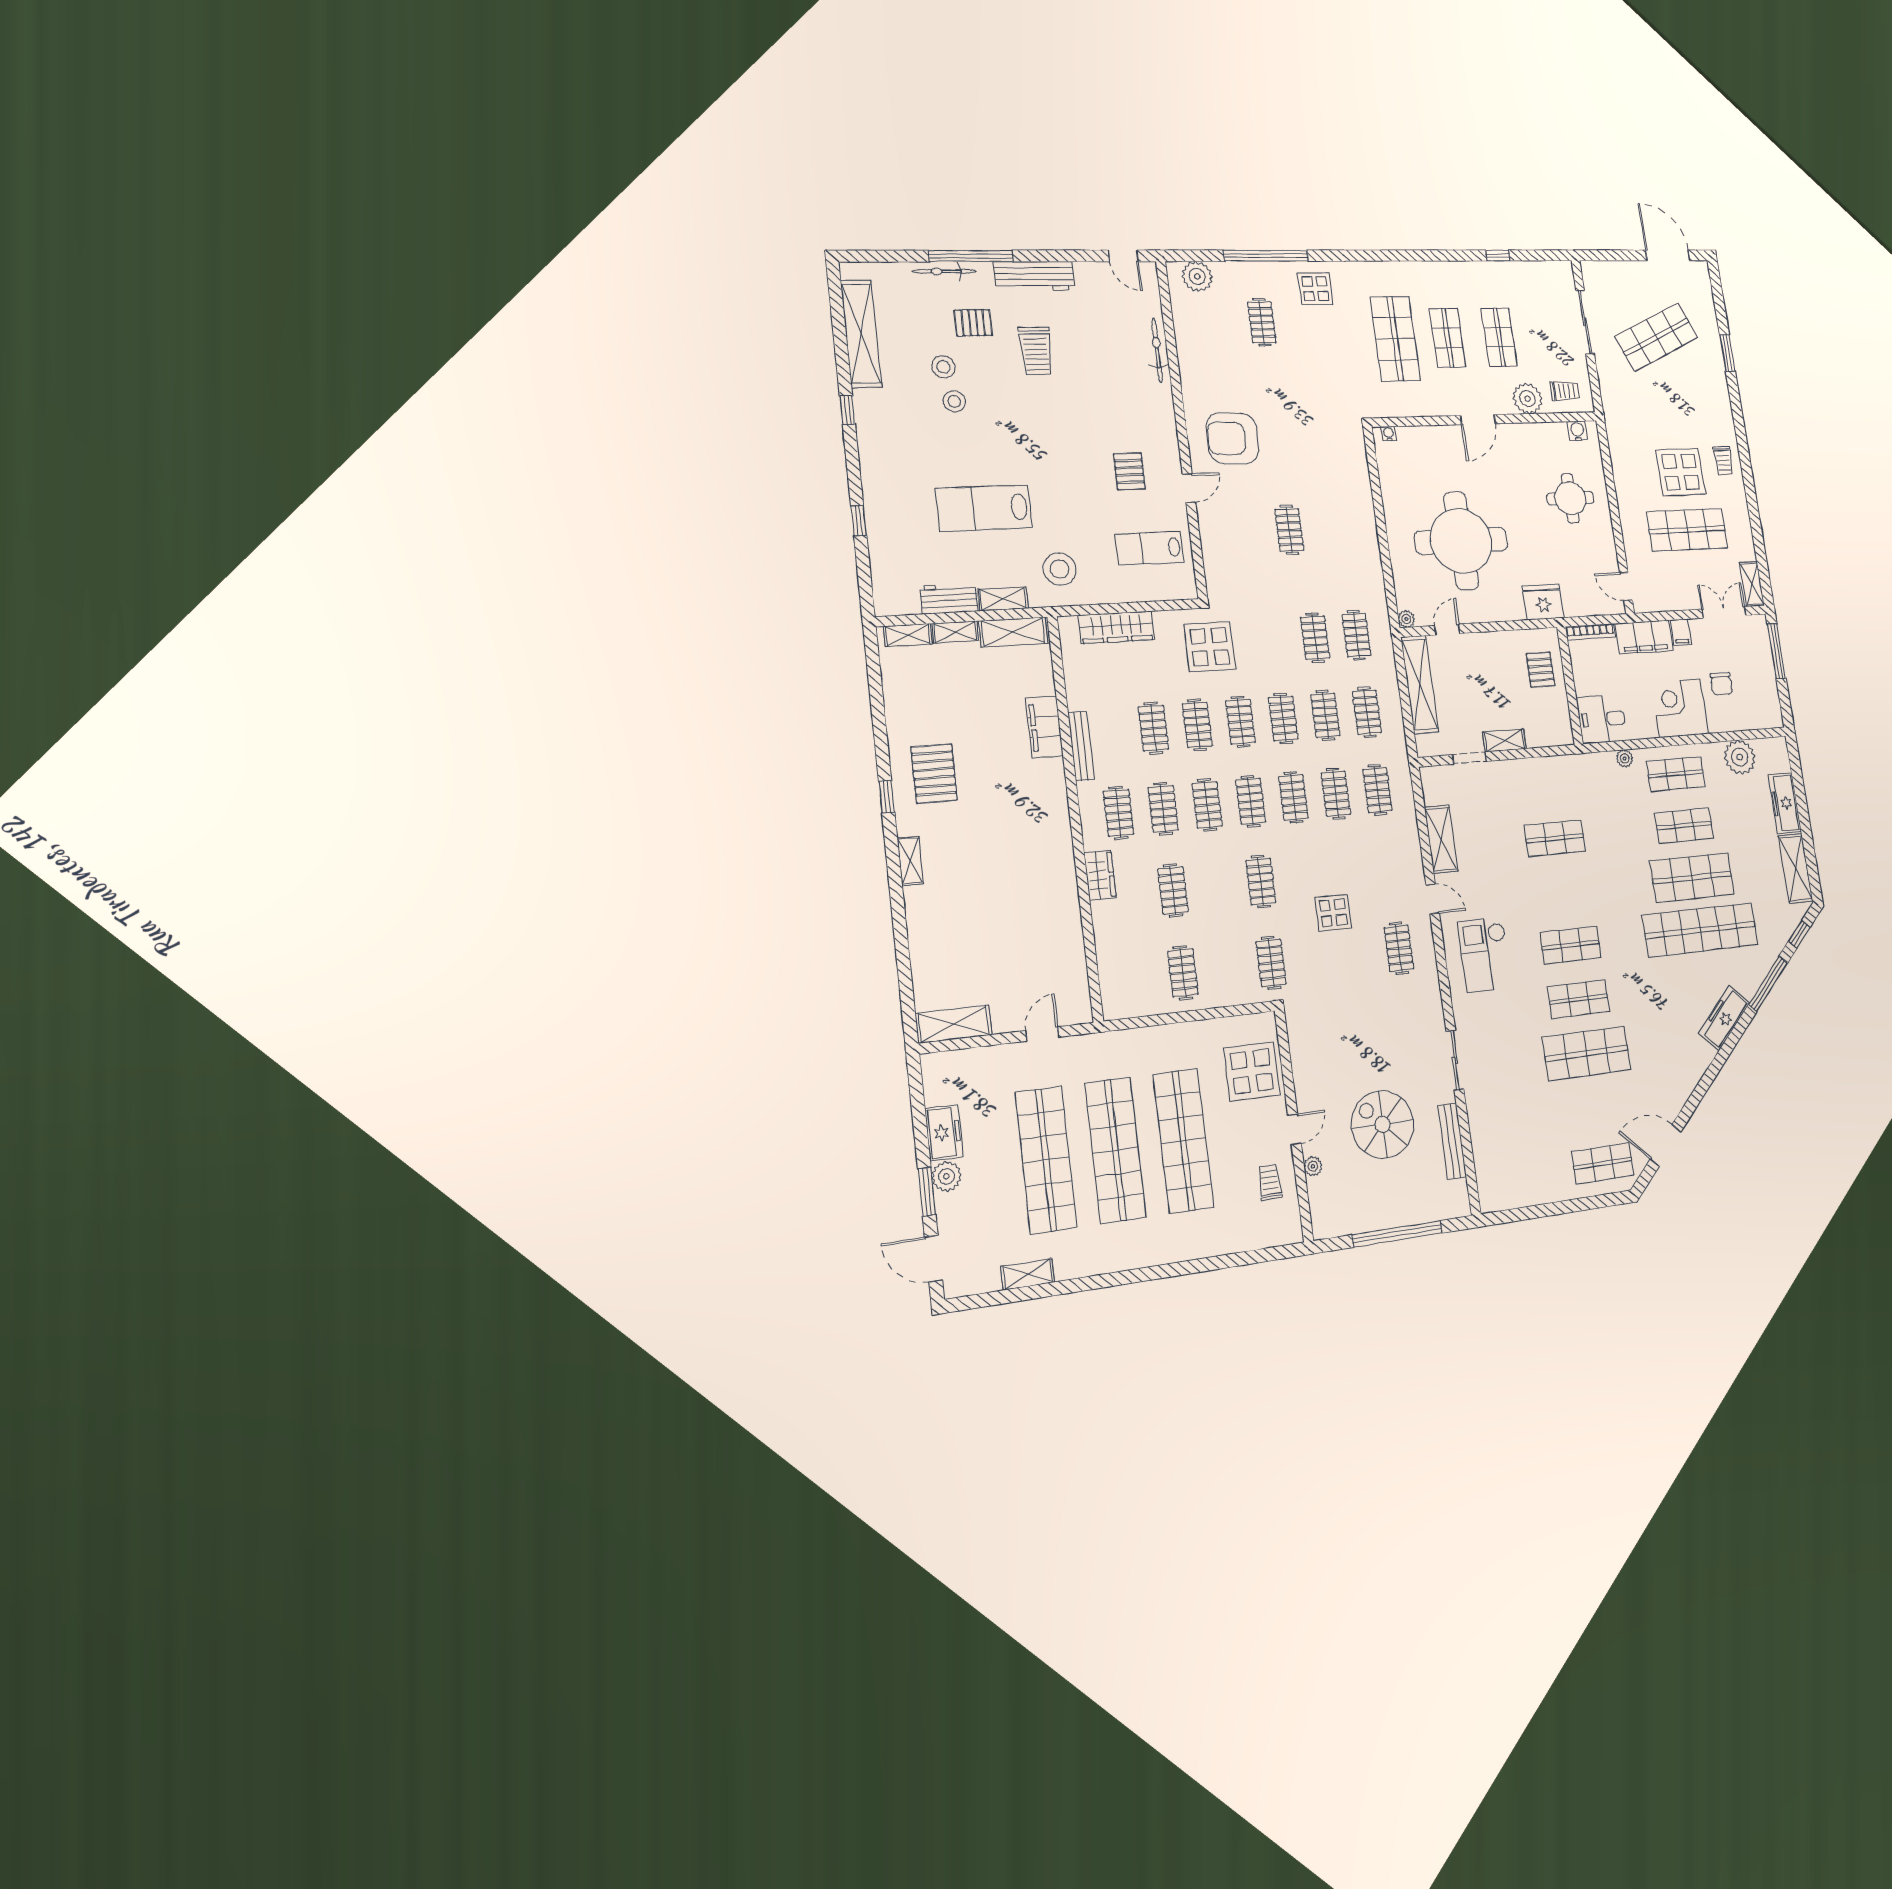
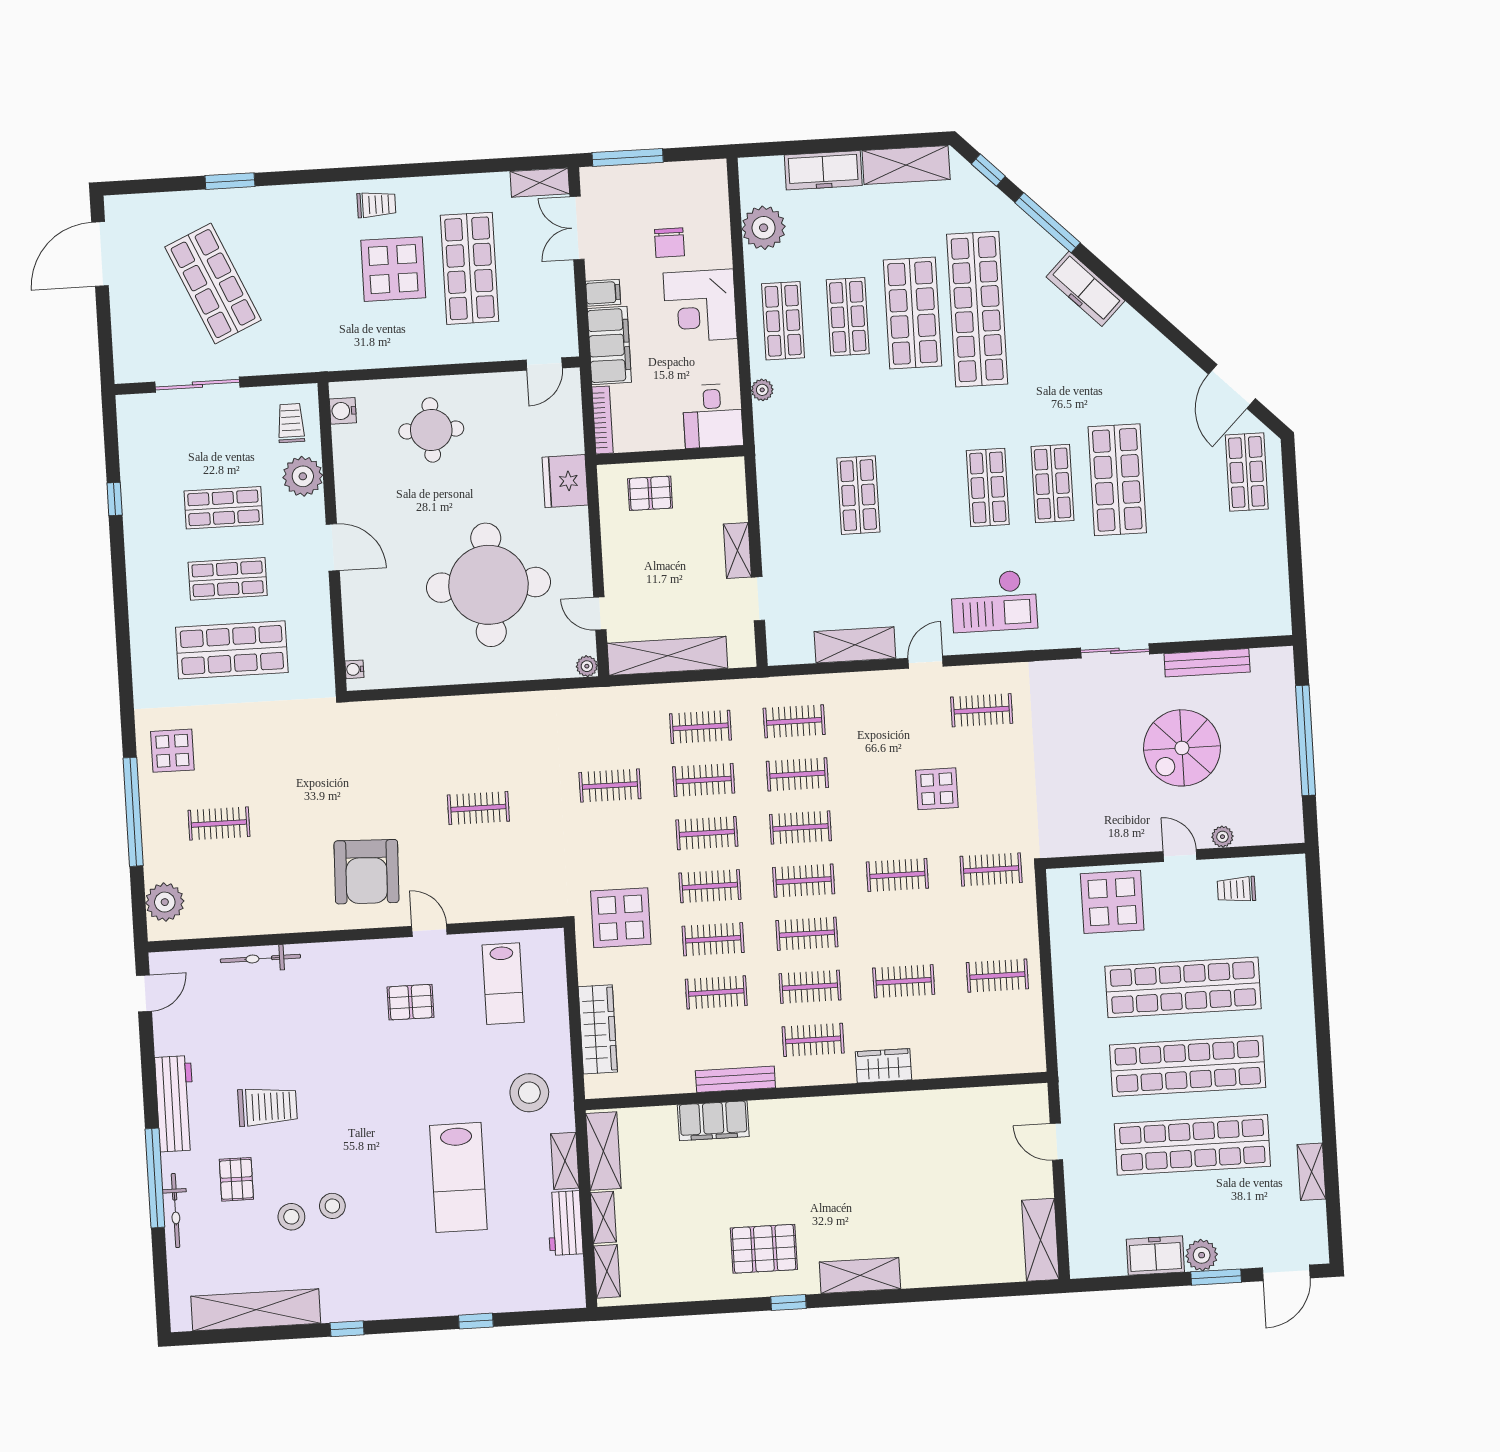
clothes rail: (1356, 635) -> (607, 732), removed
chair: (1721, 684) -> (669, 243), turned 90
shelving: (910, 861) -> (860, 1275), width x1.50, depth x1.33

